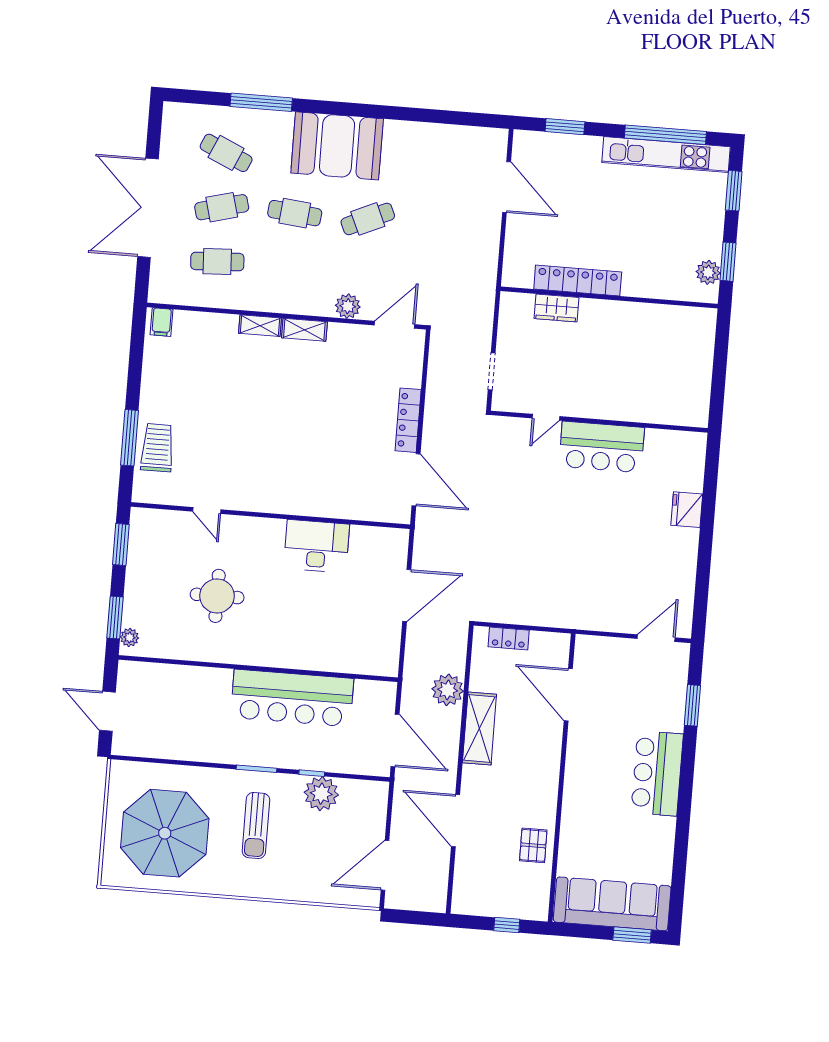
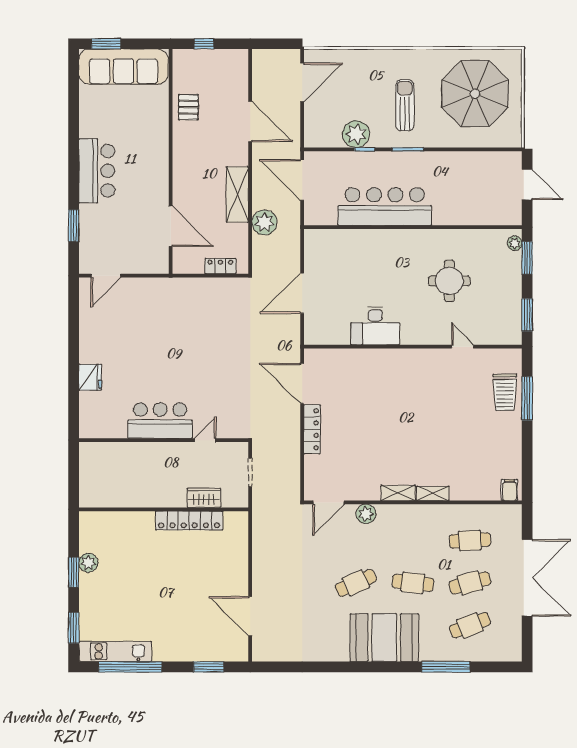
cafe table: (226, 153) -> (470, 625), turned -45
kitchen unit: (666, 155) -> (115, 651), width x0.73
locker: (578, 280) -> (189, 521), moved
wall: (609, 297) -> (164, 509), moved
wardrobe: (556, 308) -> (204, 498), moved

